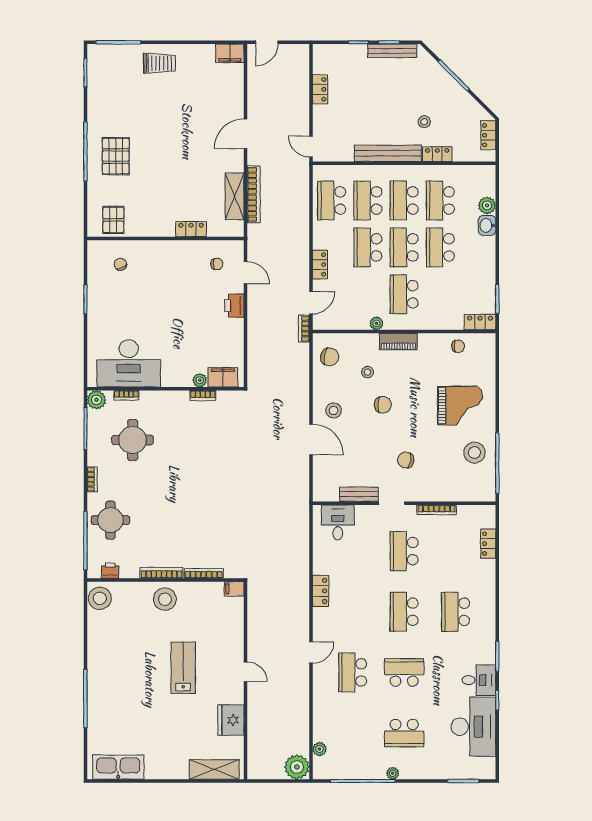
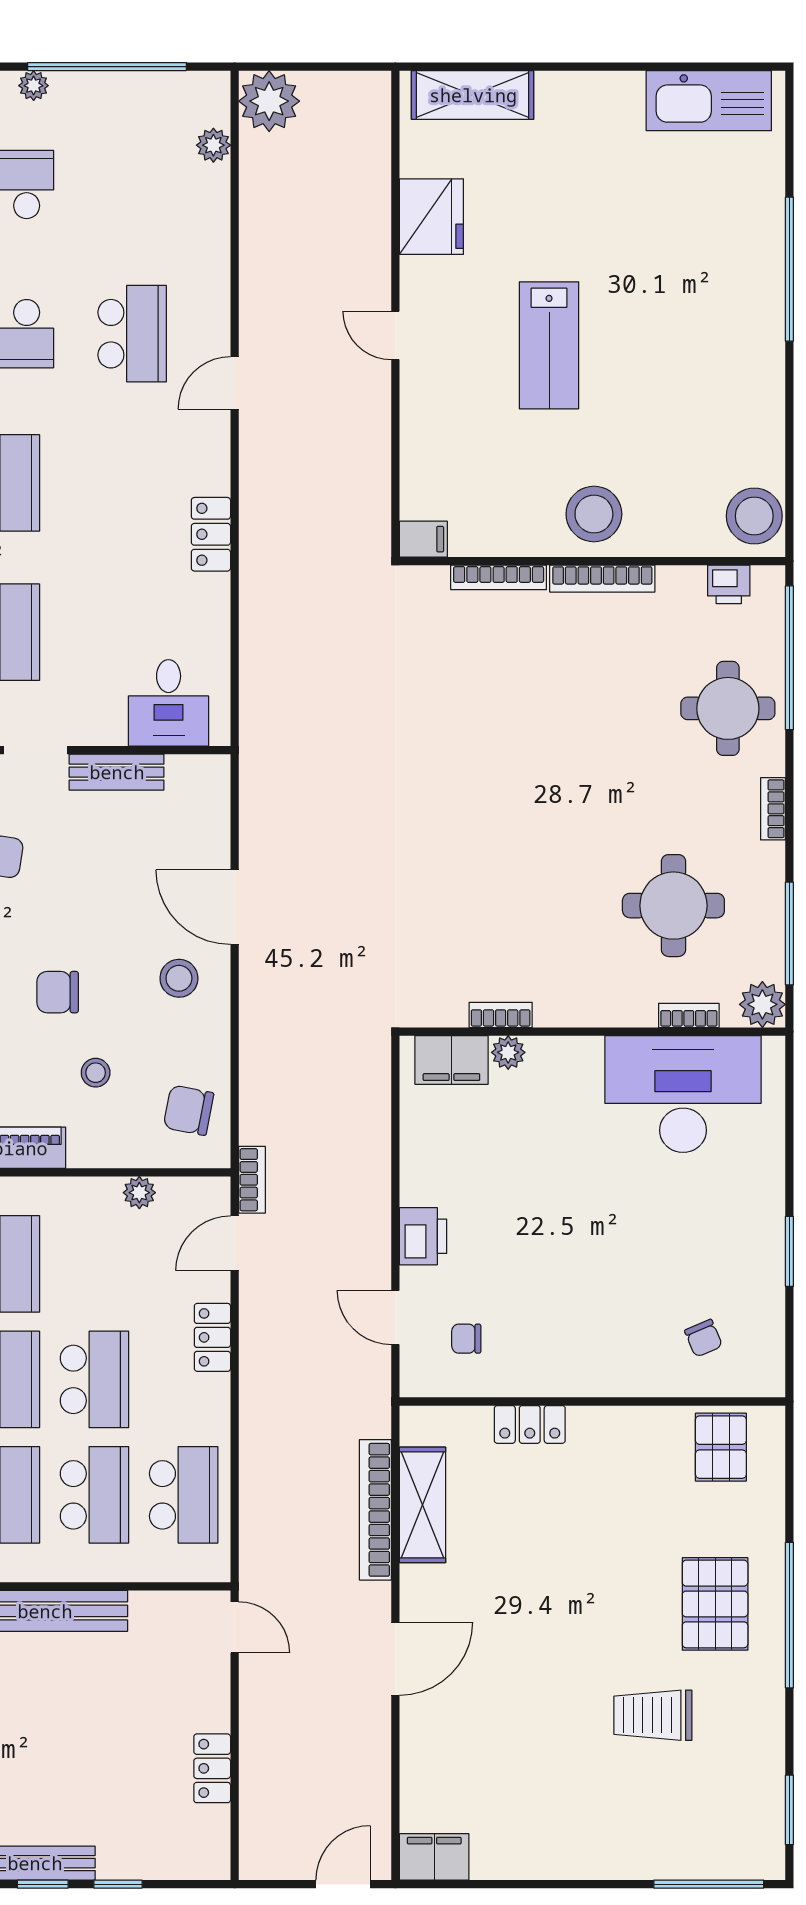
trolley: (160, 63) -> (653, 1715), moved
plant: (376, 323) -> (139, 1193), moved

